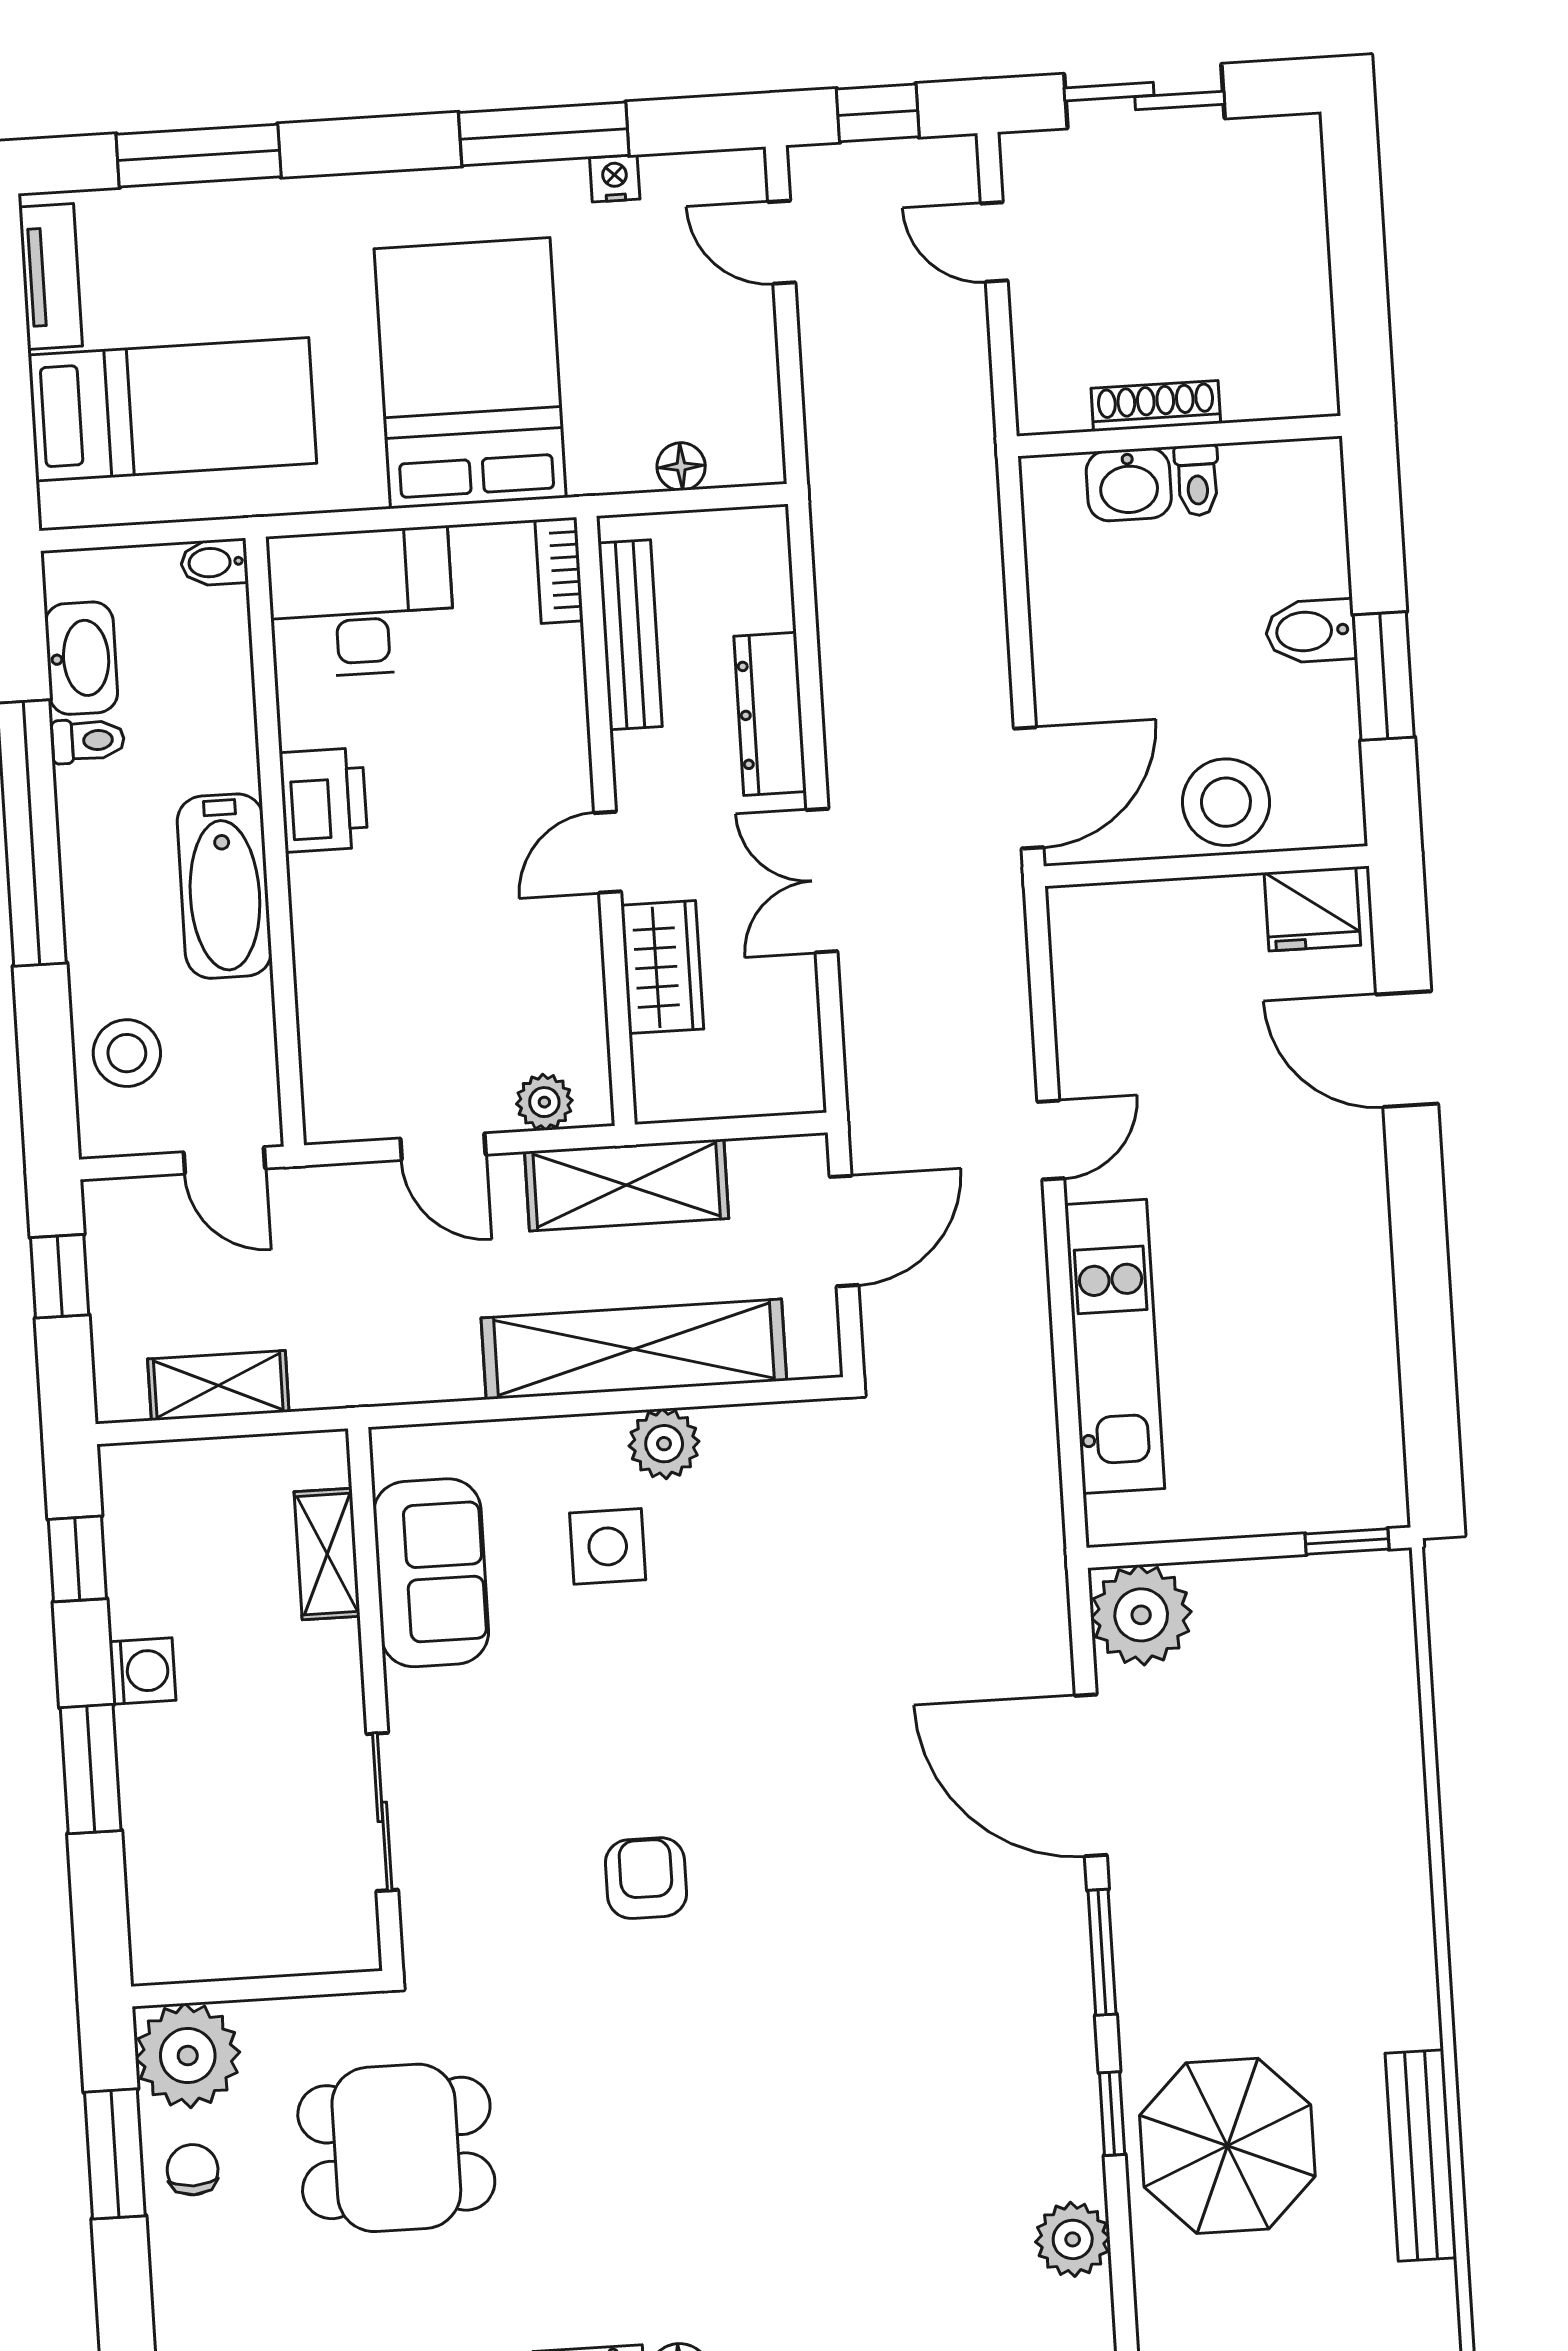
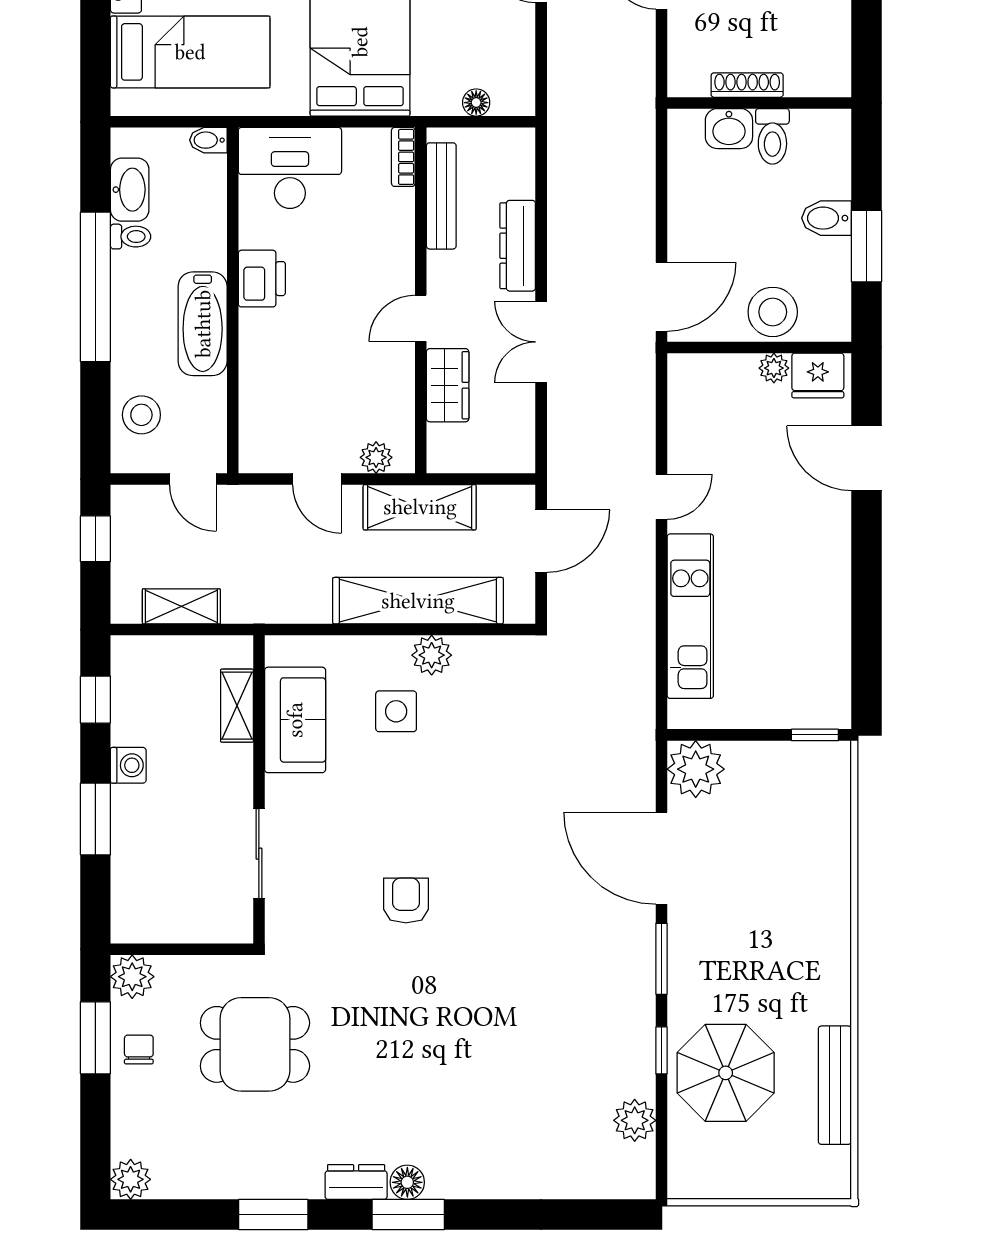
toilet: (1197, 480) -> (772, 136), width x1.37, depth x1.39
plant: (1234, 901) -> (774, 368), added
plant: (188, 2056) -> (132, 977), width x0.73, depth x0.73

